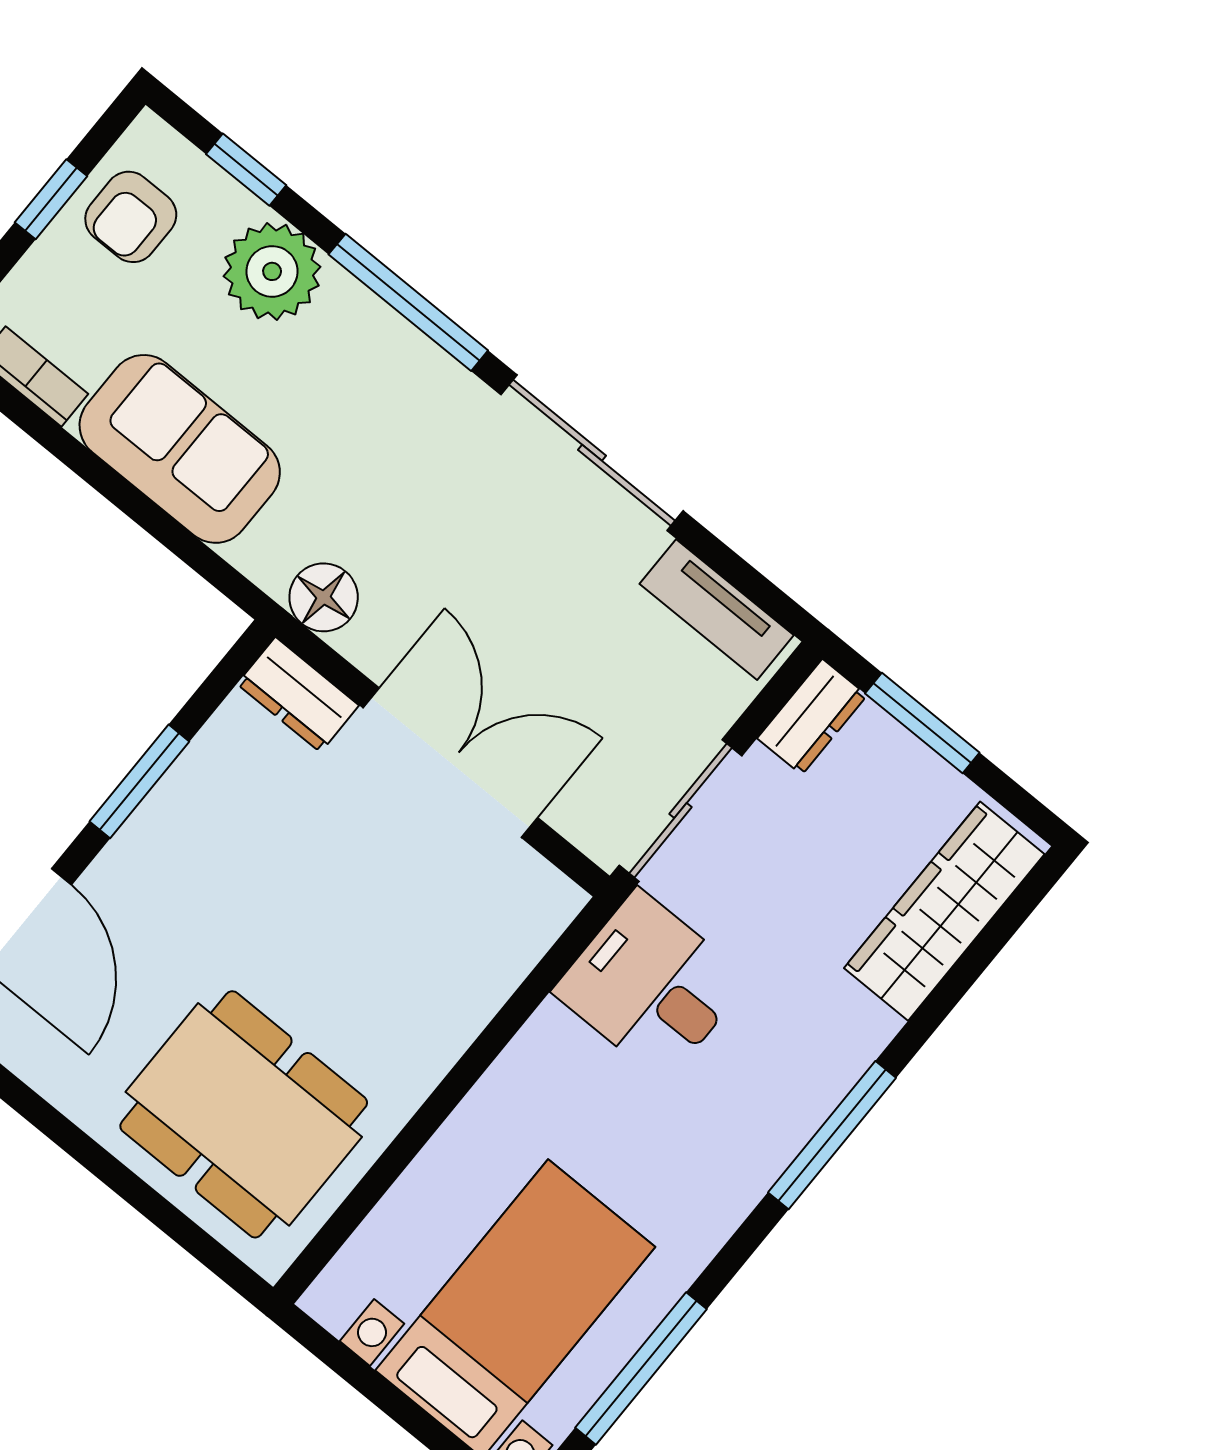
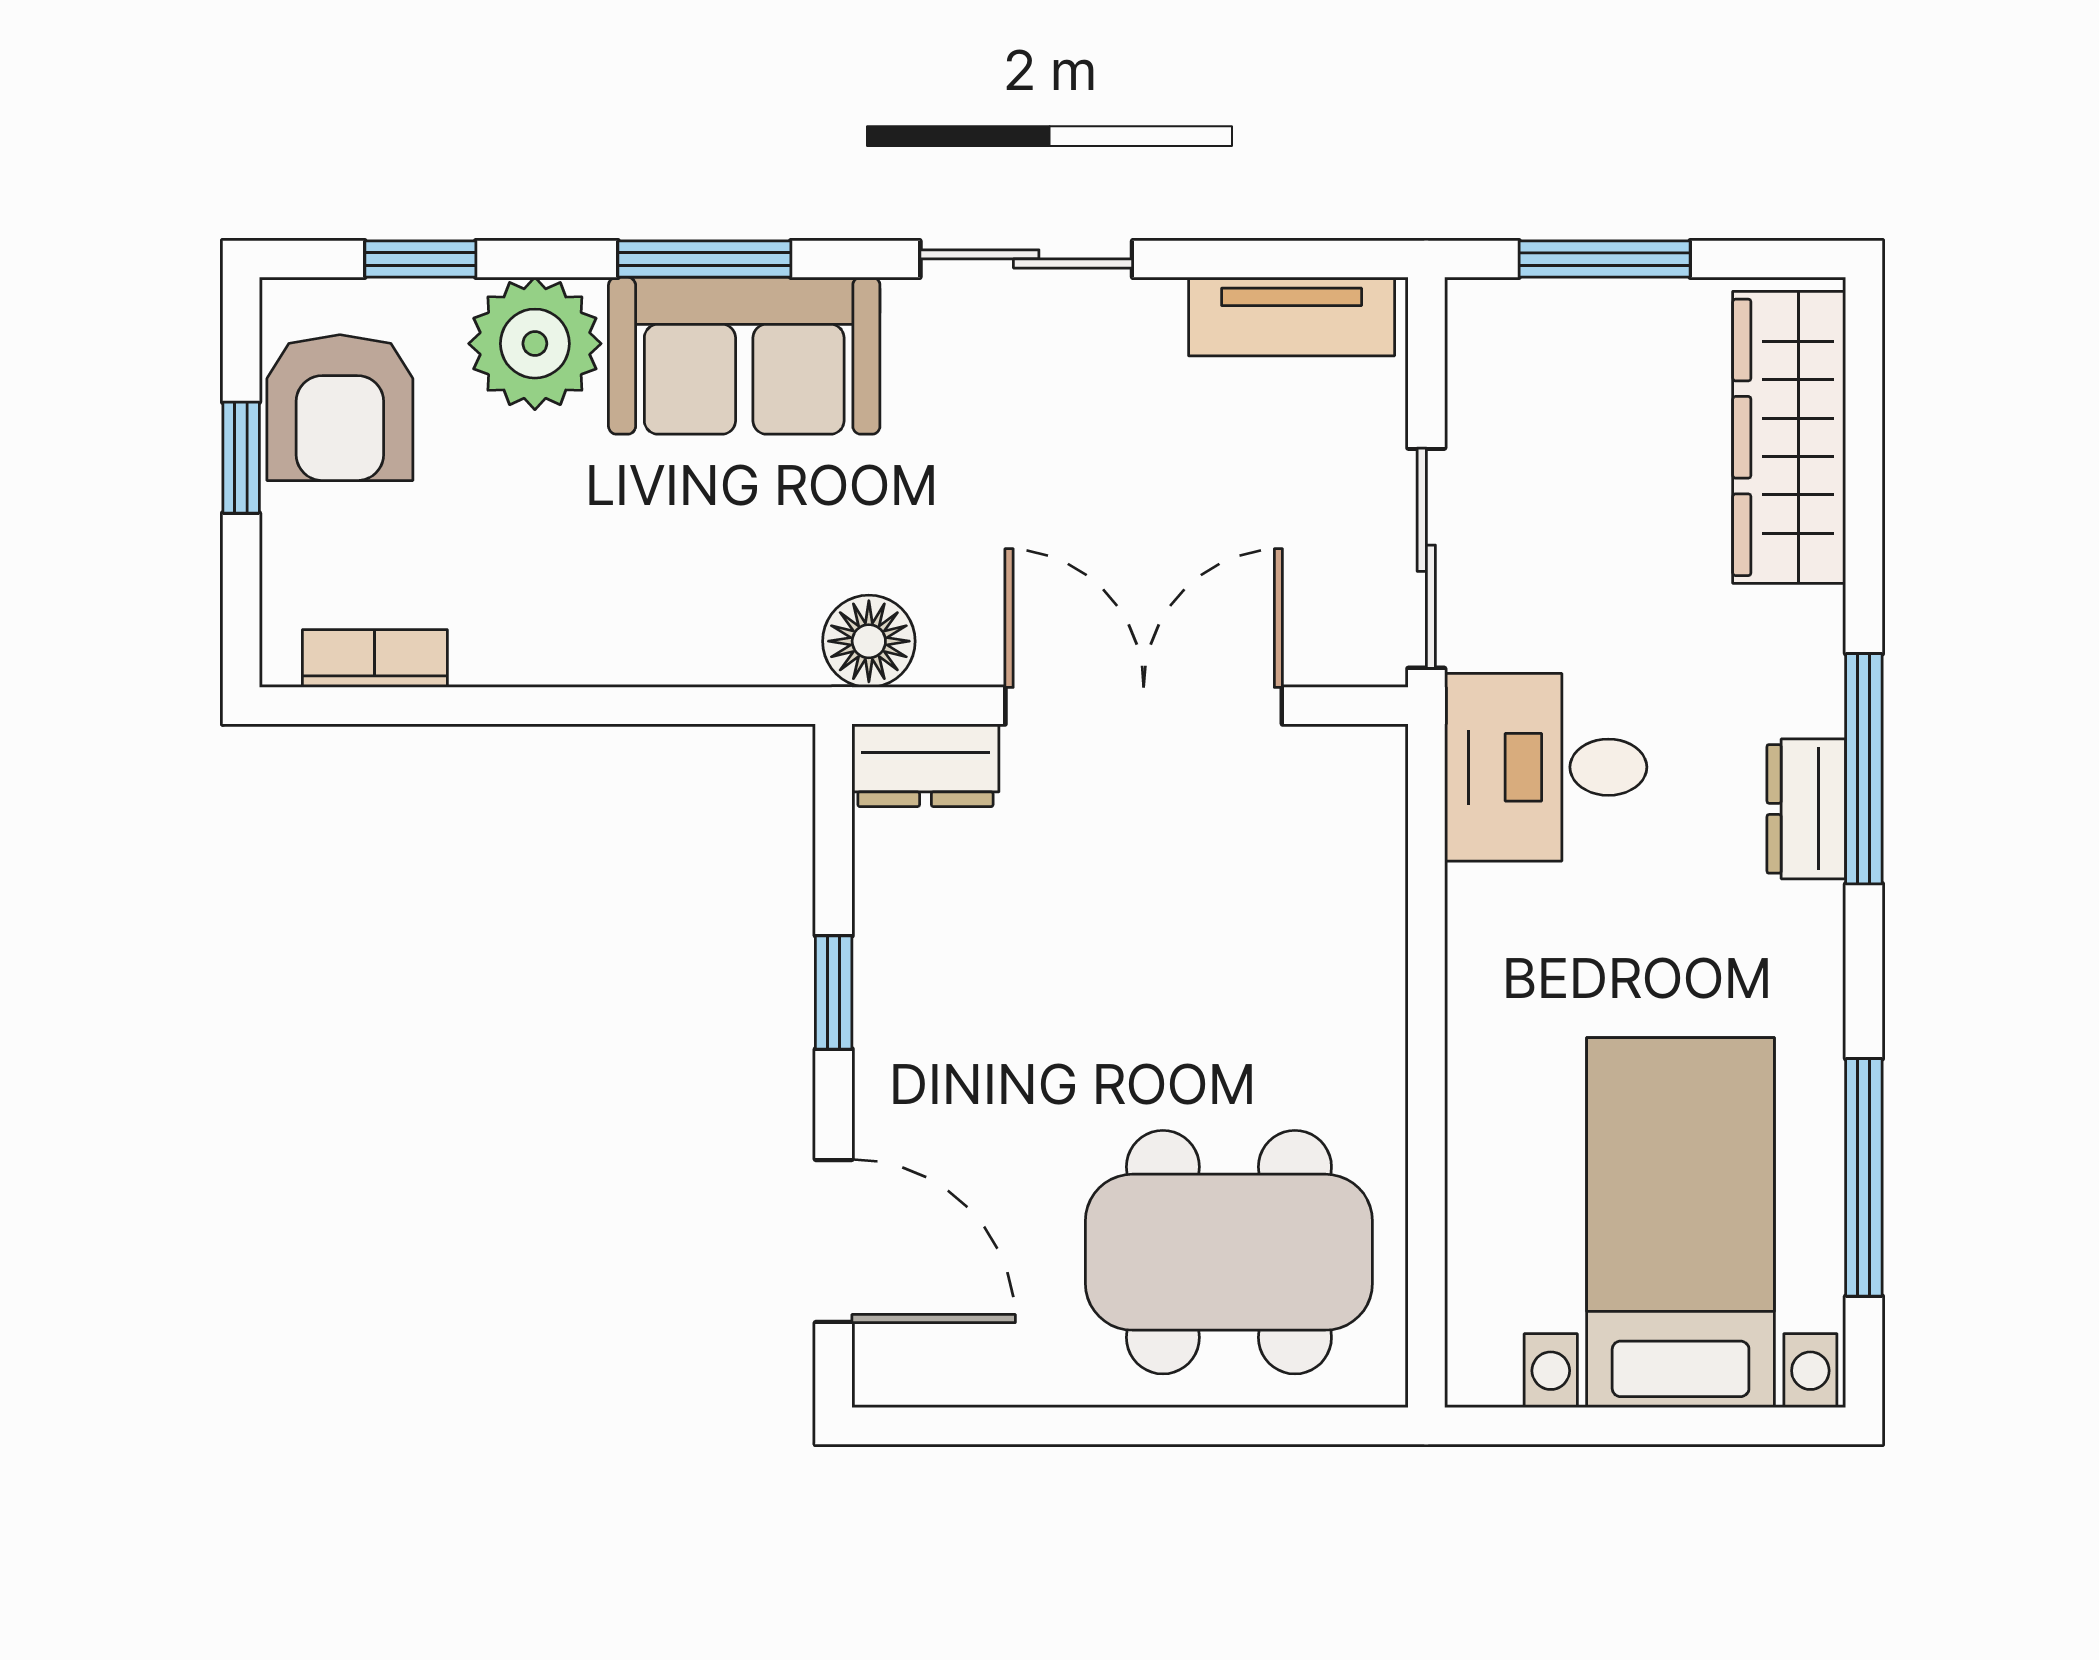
armchair: (131, 217) -> (340, 408), width x1.38, depth x1.38
window: (408, 302) -> (704, 259), width x0.69
sofa: (180, 449) -> (744, 356), moved, turned 180
sliding door: (592, 453) -> (1026, 259), width x0.73
dresser: (812, 717) -> (1806, 809), moved, turned 180
window: (139, 781) -> (834, 992), width x0.67

